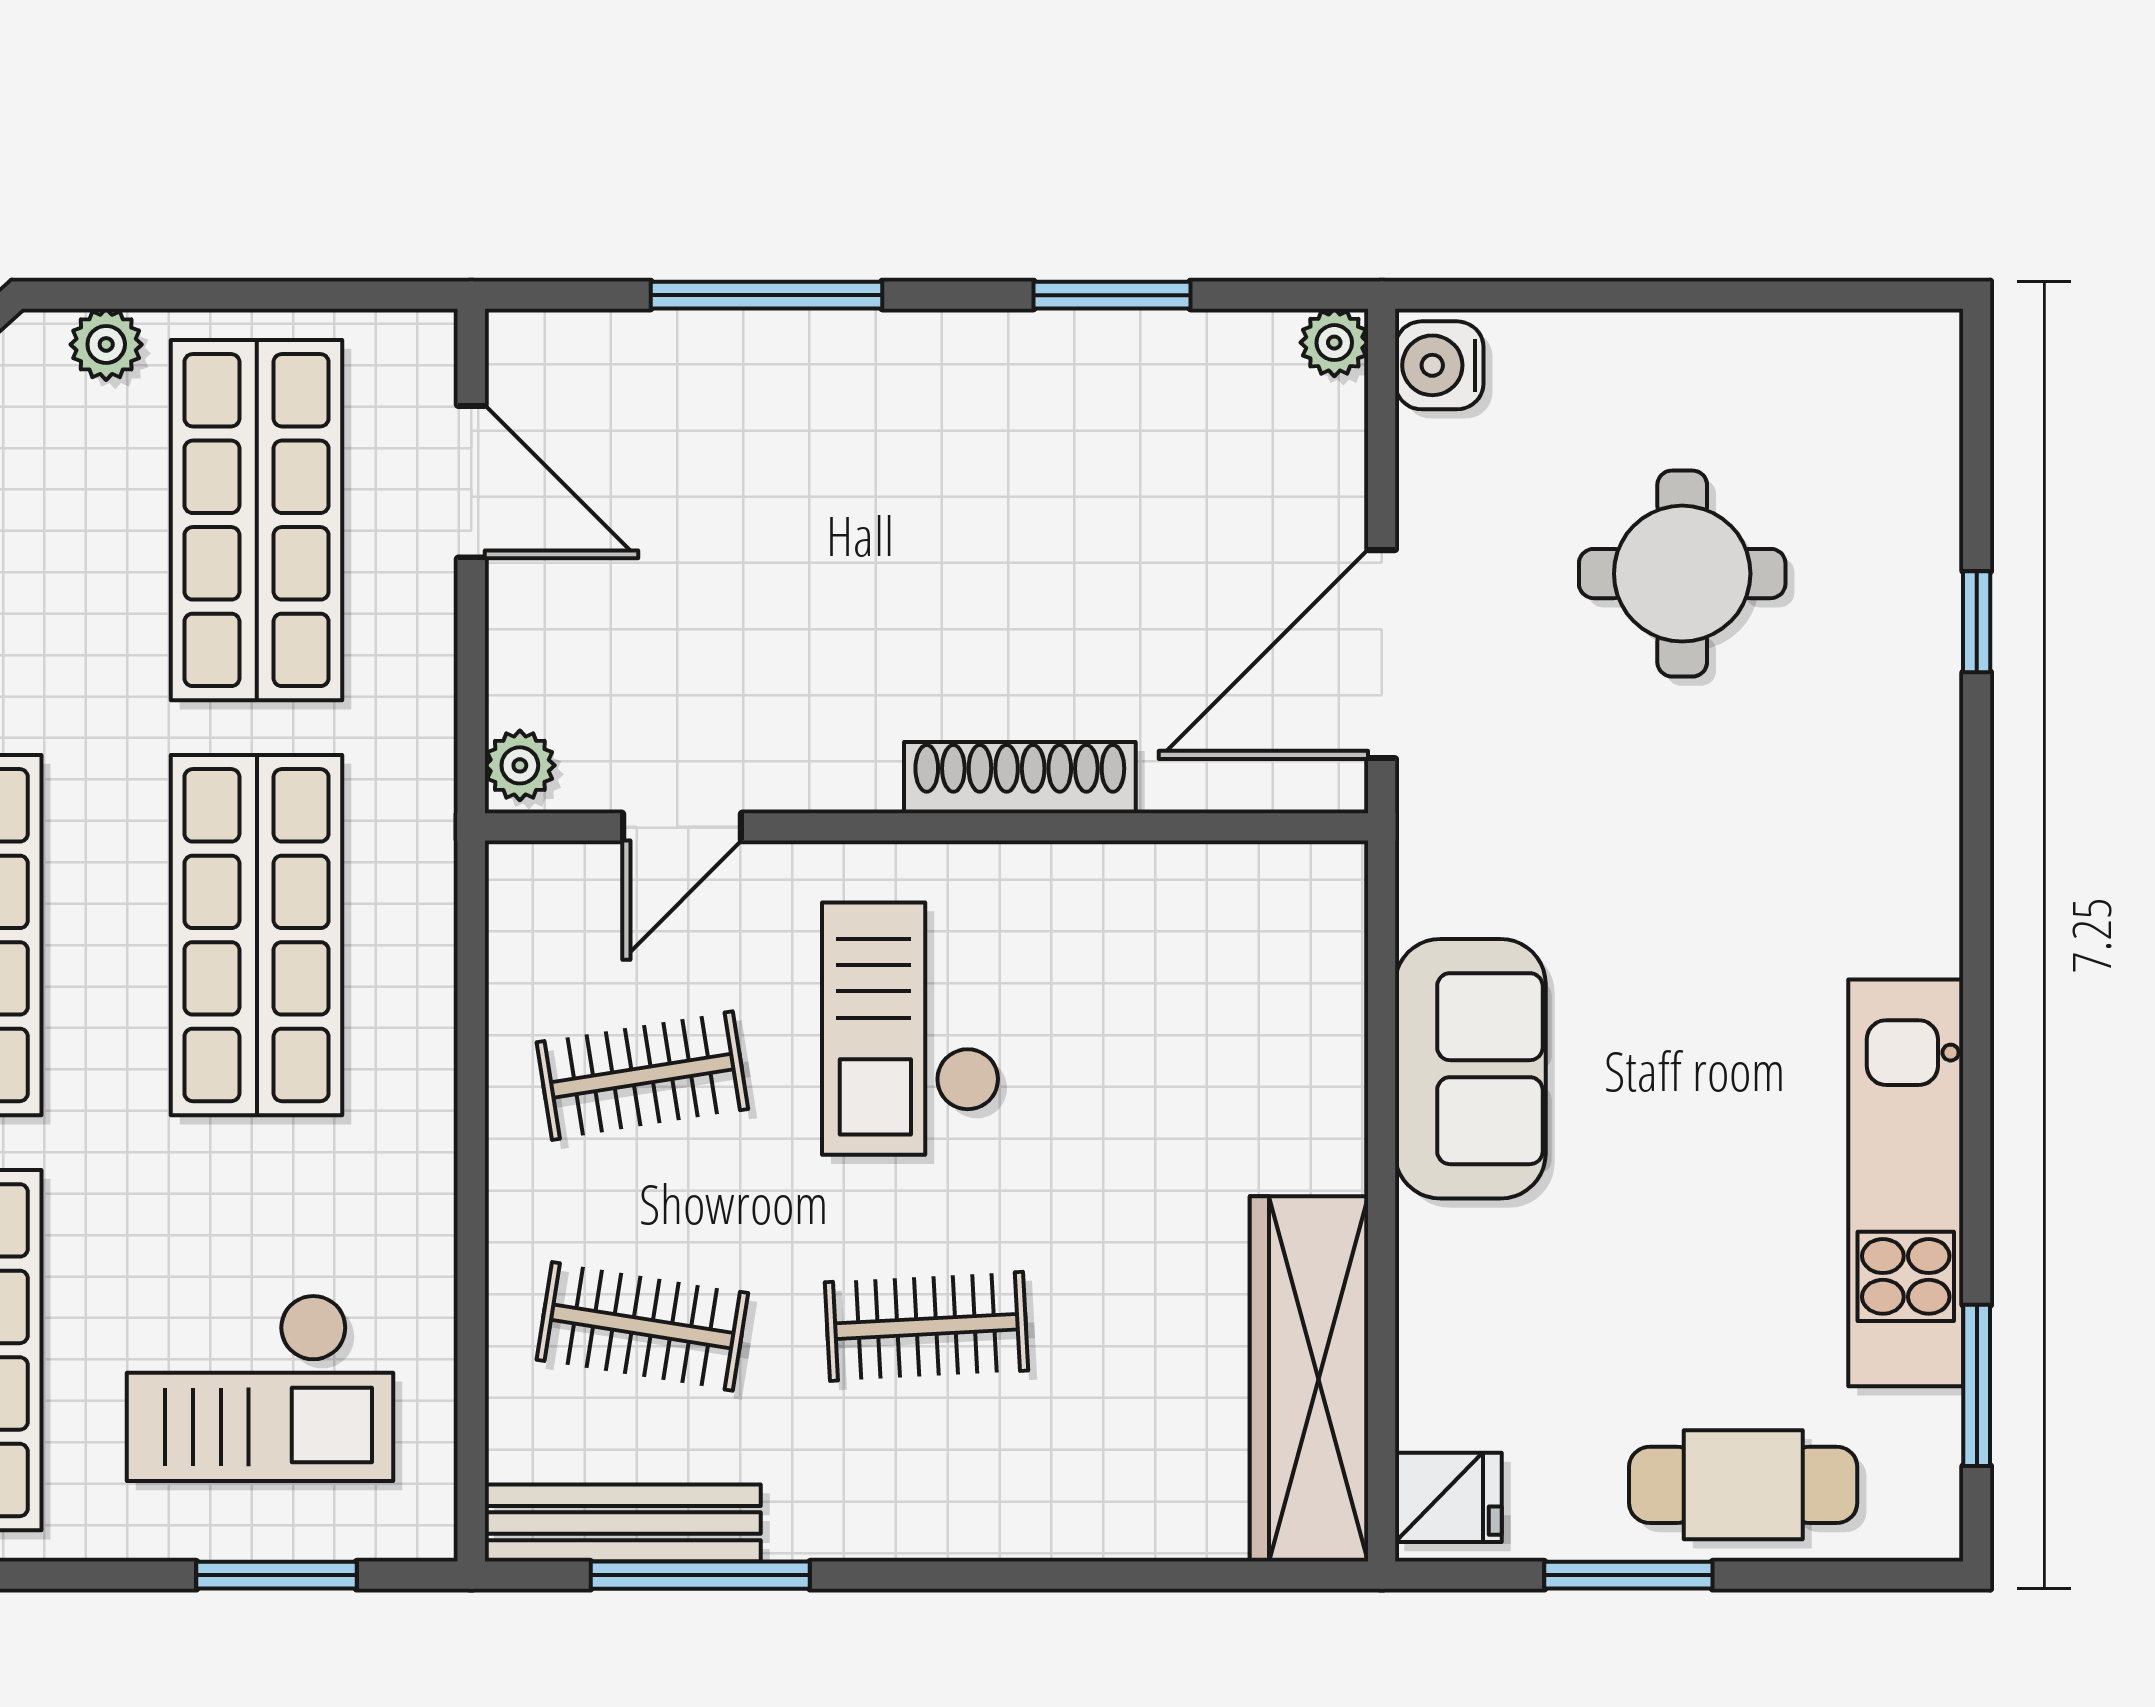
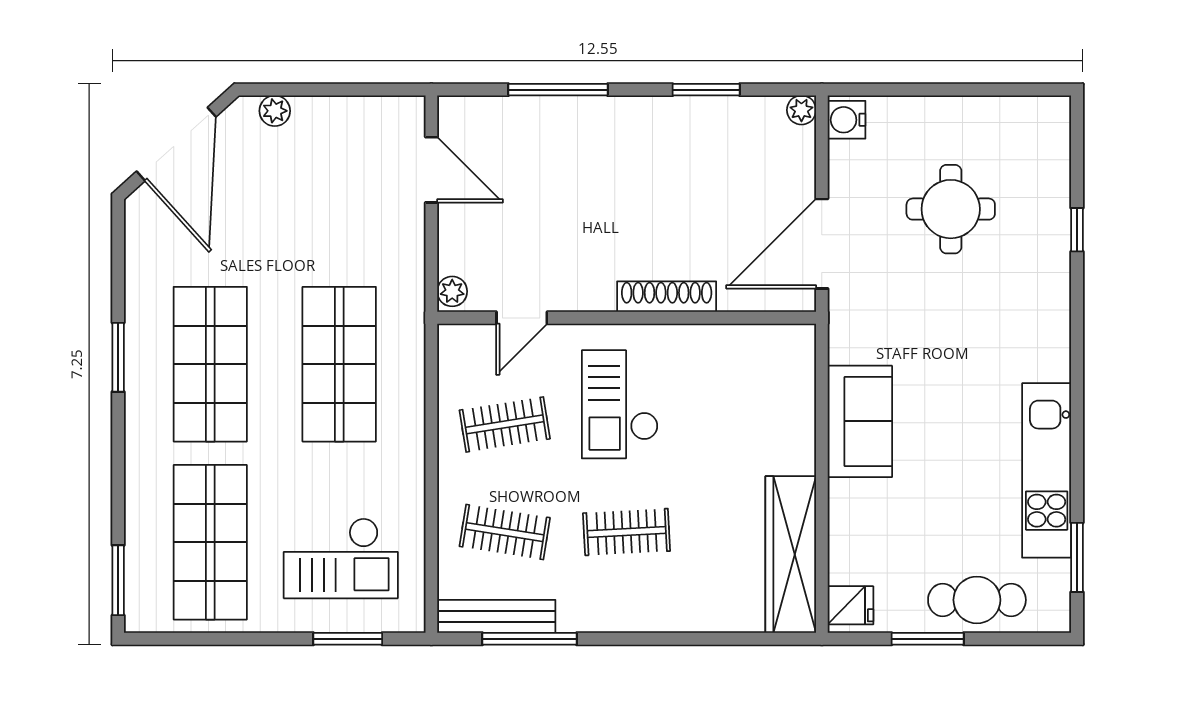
shop shelf: (257, 520) -> (339, 186), removed

